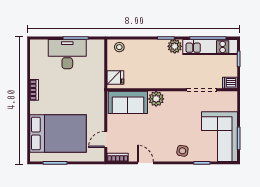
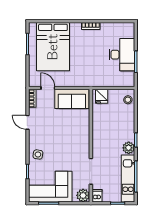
plant: (156, 99) -> (83, 195), moved
sofa: (128, 102) -> (72, 99), moved, turned -90
door: (145, 163) -> (27, 122), swing flipped

